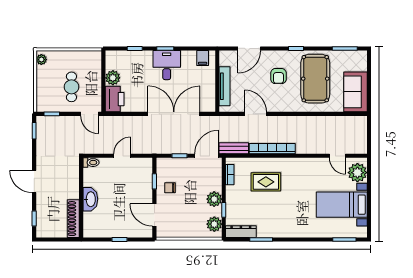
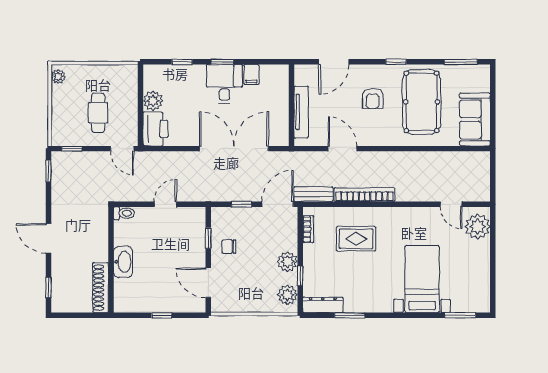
filing cabinet: (203, 58) -> (251, 74), moved
bed with nightstands: (342, 205) -> (422, 279), moved, turned 90

